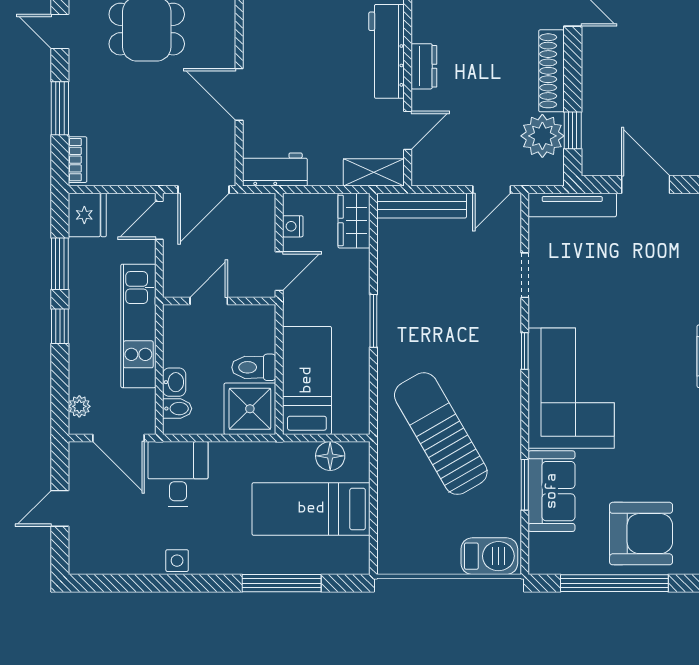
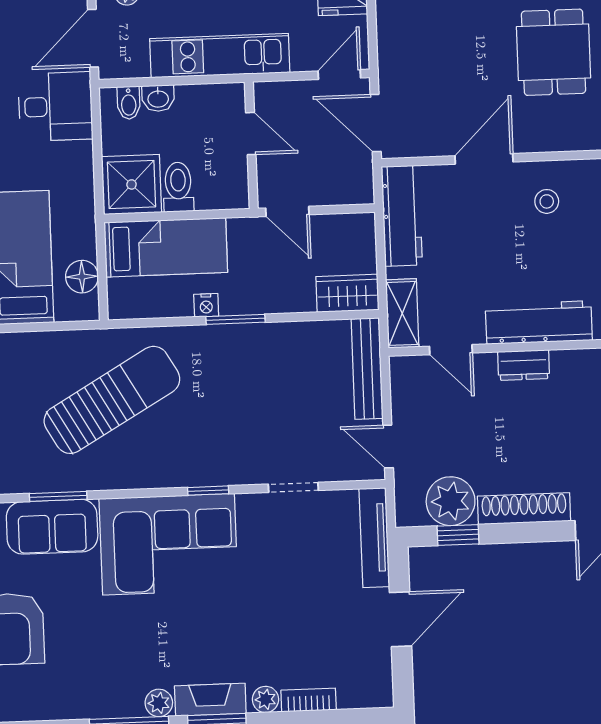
stool: (279, 40) -> (547, 201), added
workbench: (275, 169) -> (402, 216), width x1.38
door: (159, 220) -> (339, 74), hinge flipped
nightstand: (293, 226) -> (206, 305), moved, turned 180

